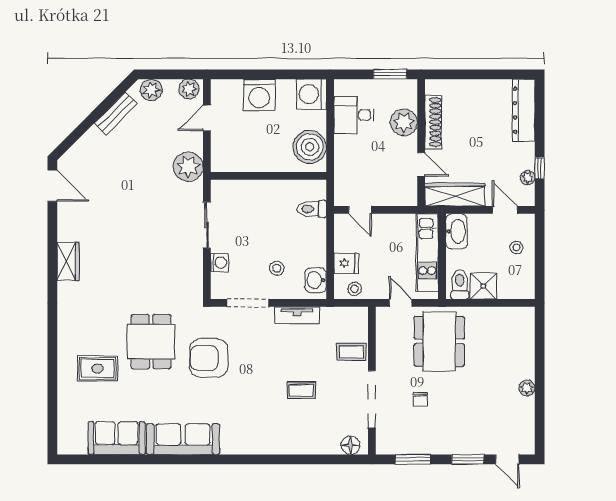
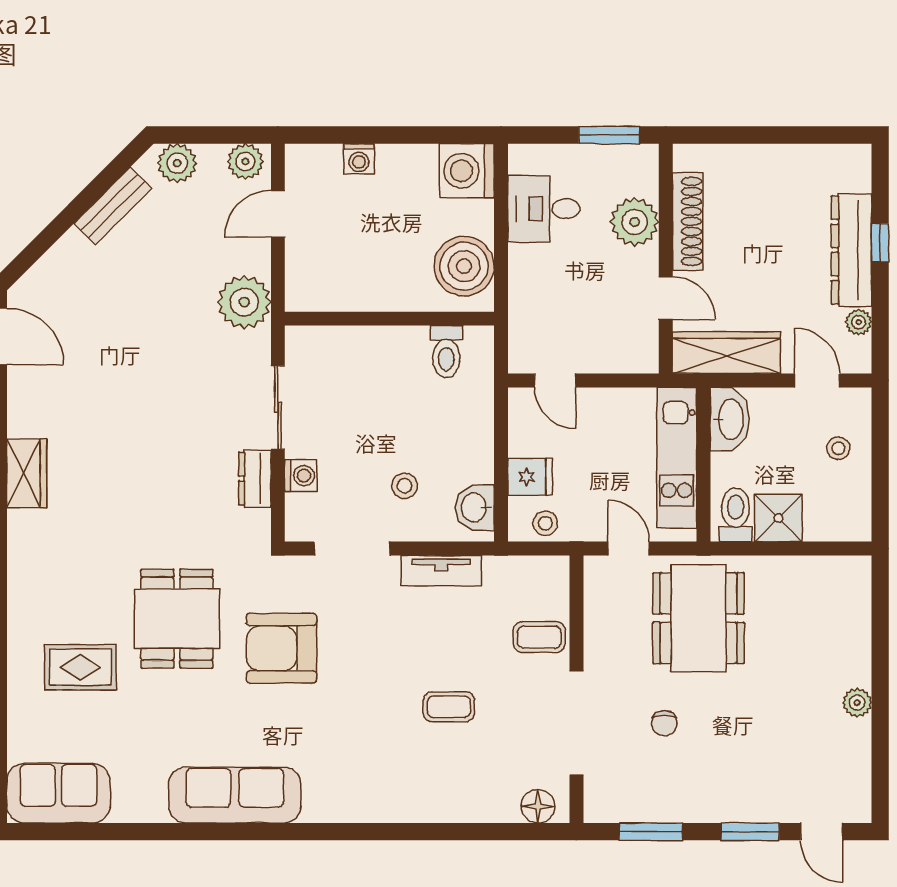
washing machine: (259, 95) -> (359, 159), width x0.53, depth x0.53
dresser: (524, 110) -> (851, 250), moved
window: (540, 168) -> (880, 243), moved
toilet: (312, 209) -> (446, 352), moved, turned -90
dresser: (194, 264) -> (255, 479), added
sofa: (117, 438) -> (58, 793), moved

